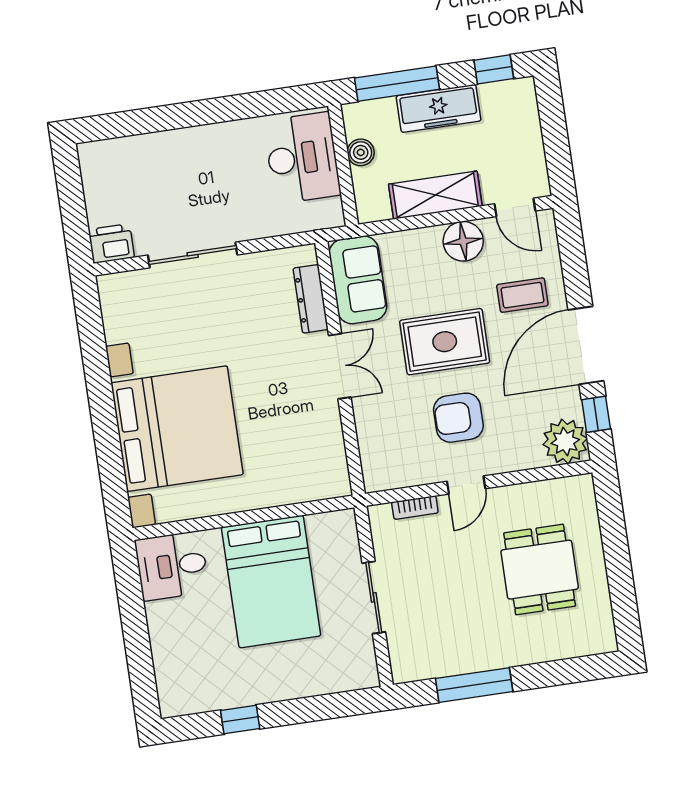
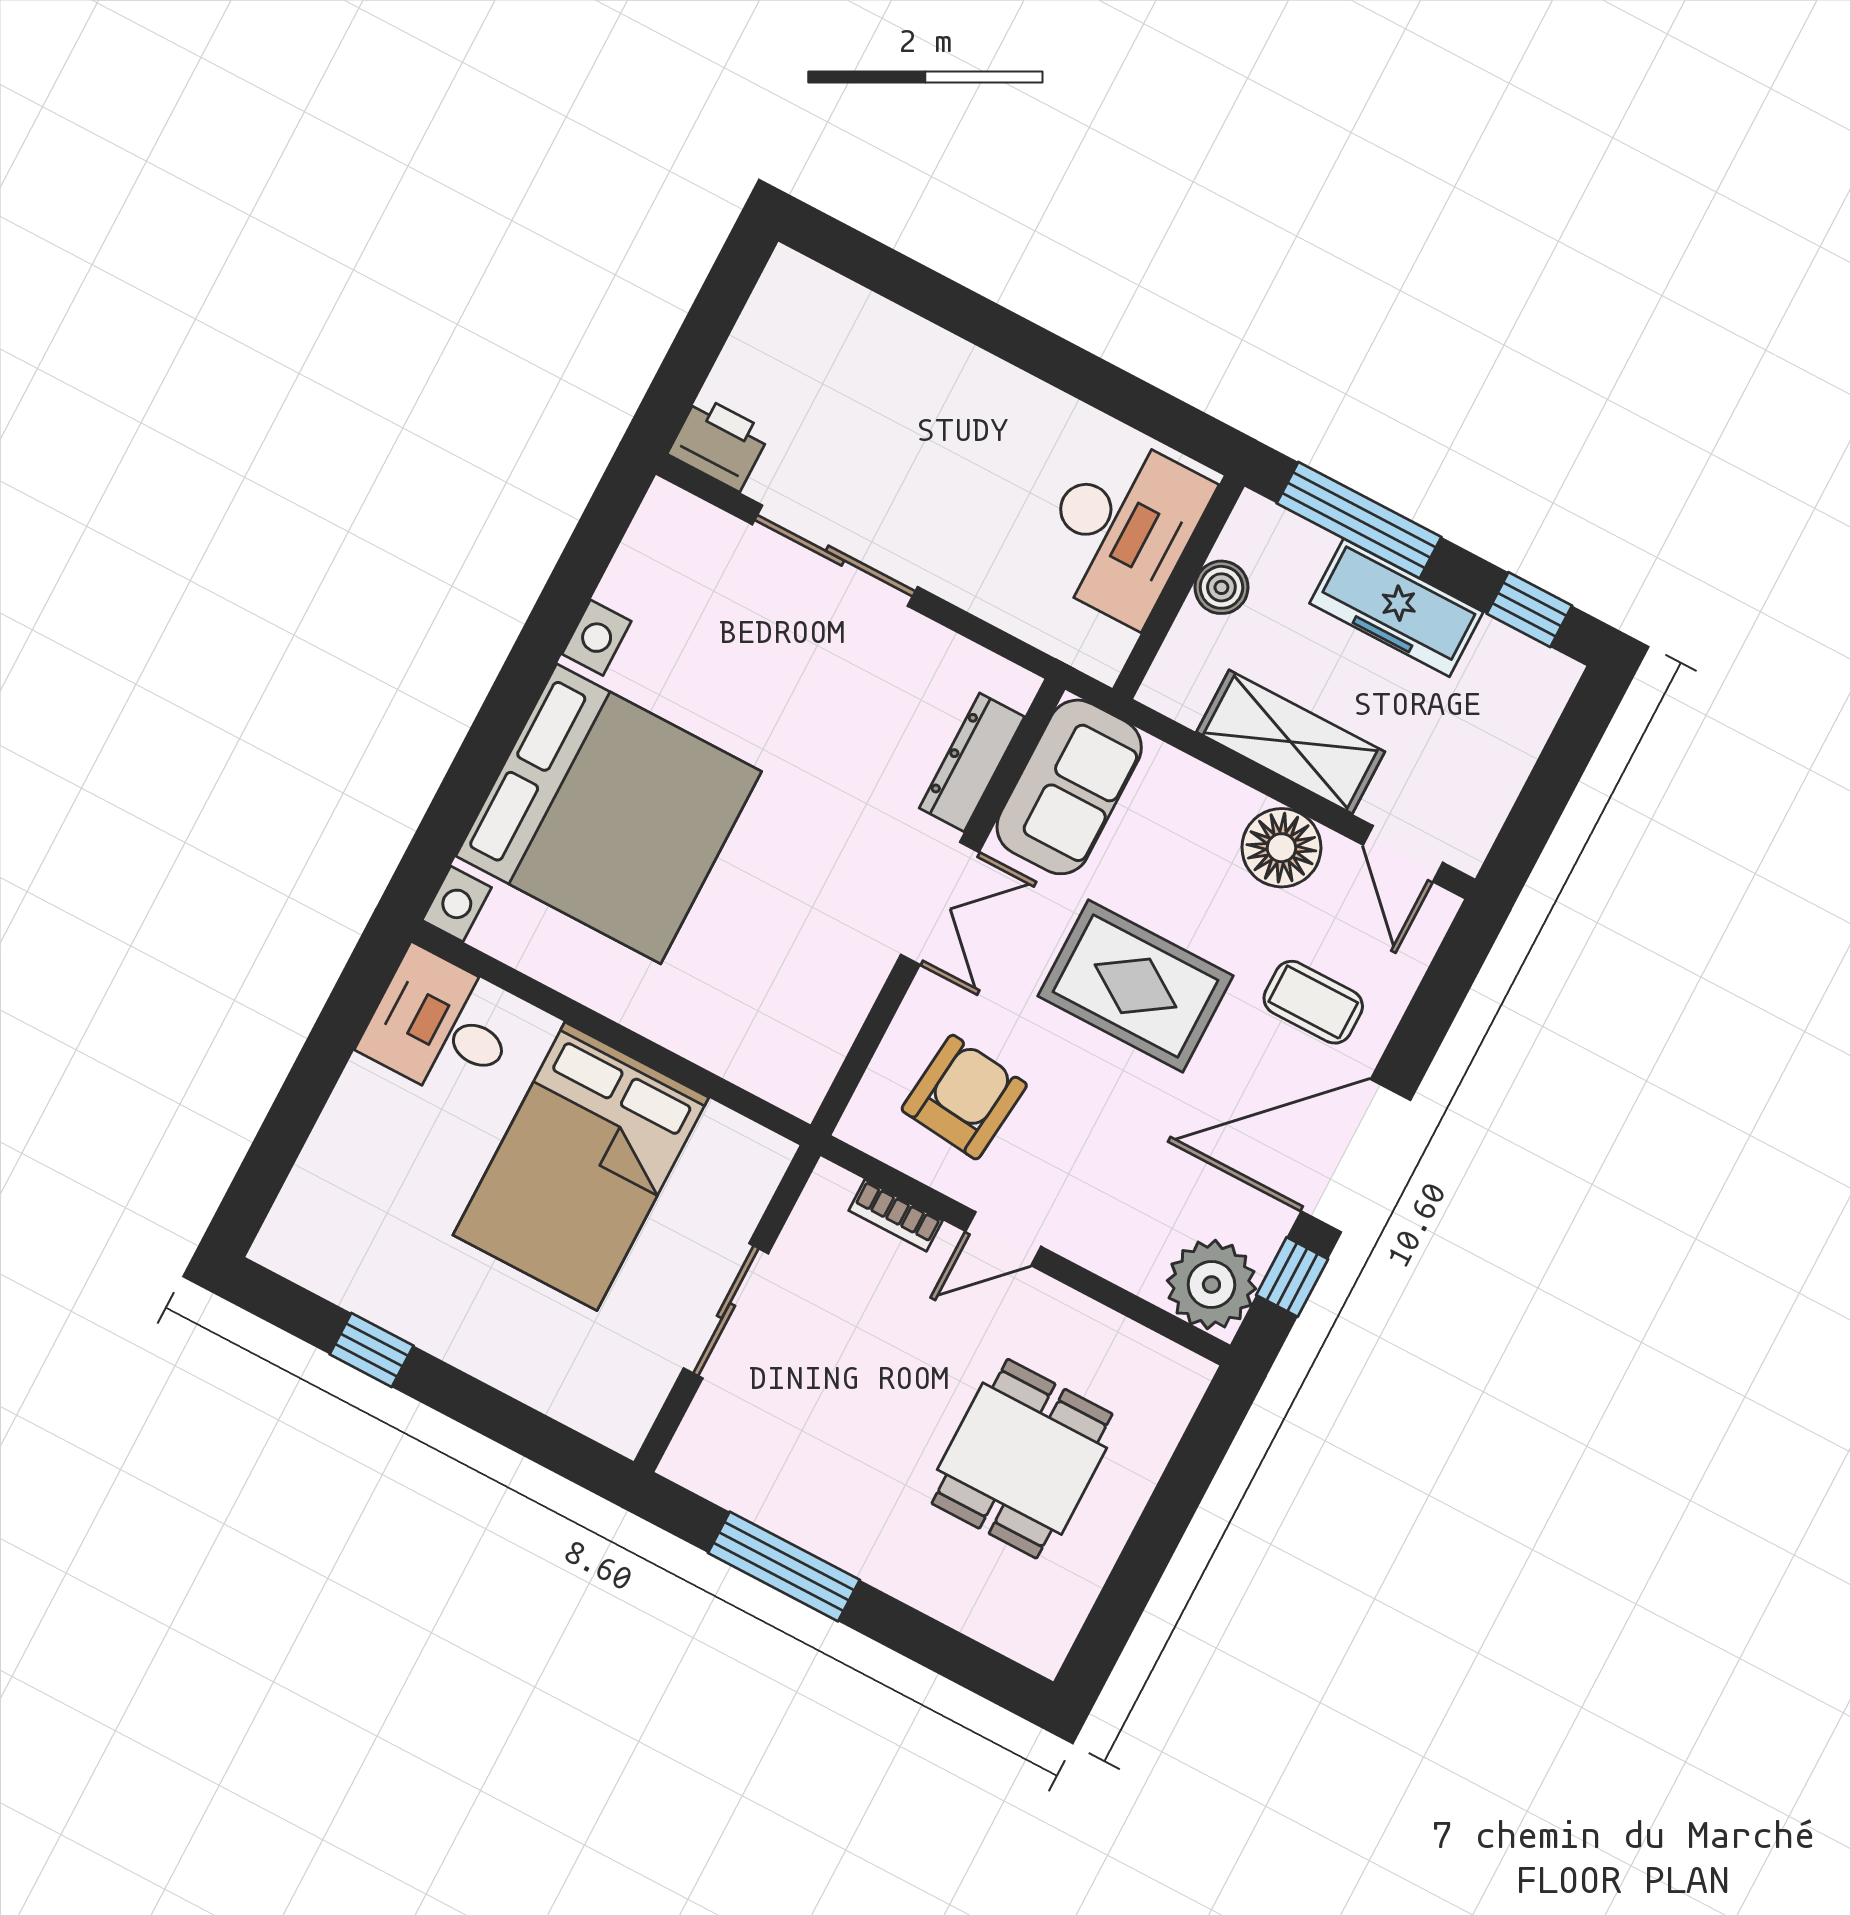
armchair: (458, 418) -> (964, 1097), moved, turned 96

